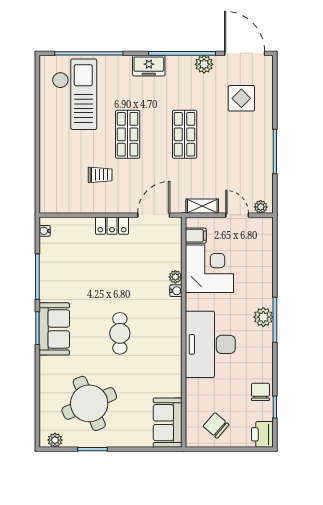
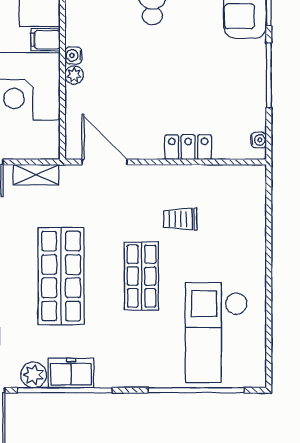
freezer: (149, 66) -> (71, 373), moved
shop shelf: (185, 134) -> (61, 276), width x1.43, depth x1.36
door: (154, 215) -> (105, 162), swing flipped
locker: (112, 226) -> (188, 147), moved
filing cabinet: (196, 236) -> (45, 40), moved

